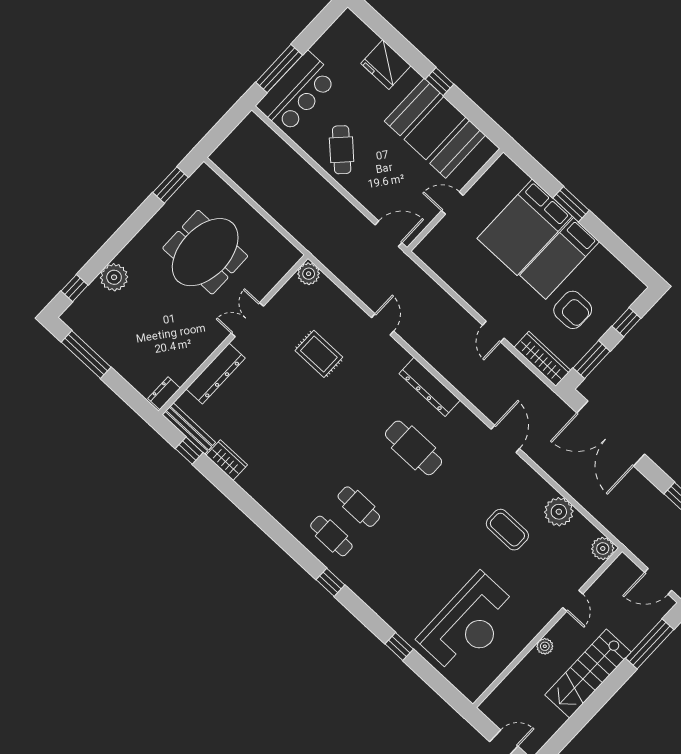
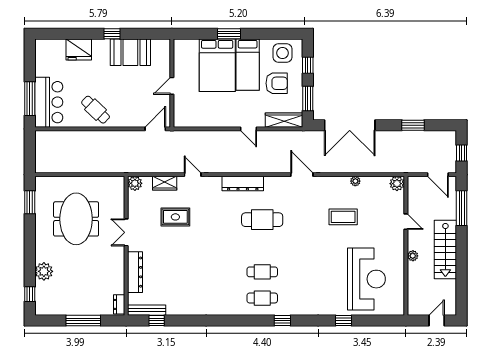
booth: (435, 128) -> (130, 52), width x0.73, depth x0.70
side table: (611, 282) -> (282, 53), added
window: (86, 355) -> (83, 321), moved
wardrobe: (227, 460) -> (165, 183), moved, turned 180
plant: (559, 512) -> (355, 181), width x0.53, depth x0.53
door: (658, 581) -> (438, 175), hinge flipped

